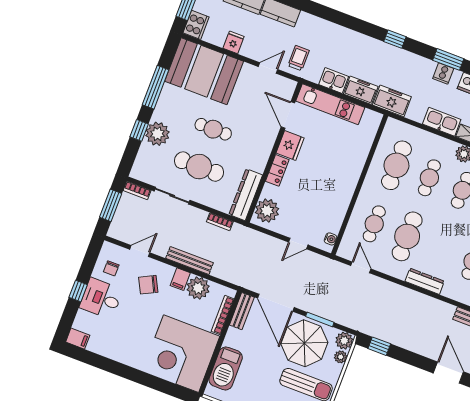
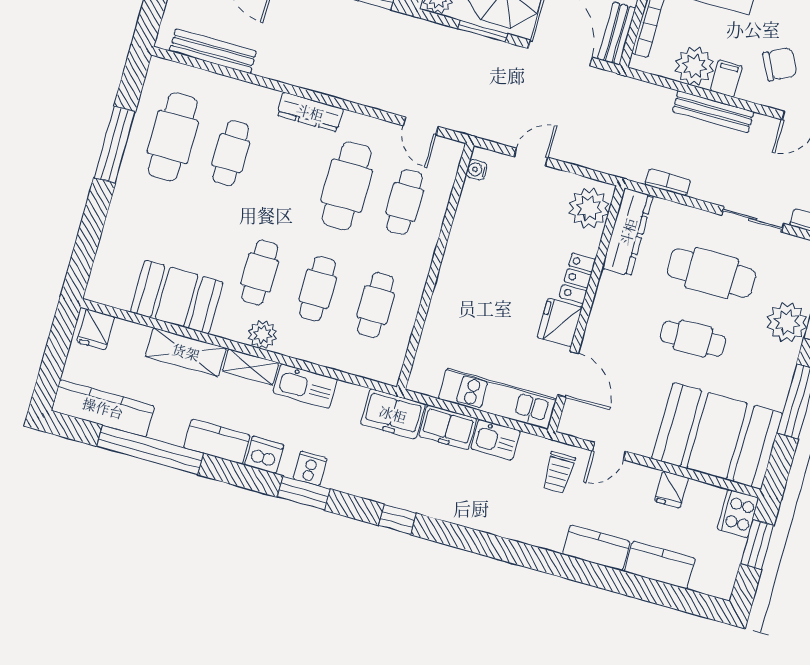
cafe table: (396, 165) -> (376, 305), width x0.73, depth x0.74

